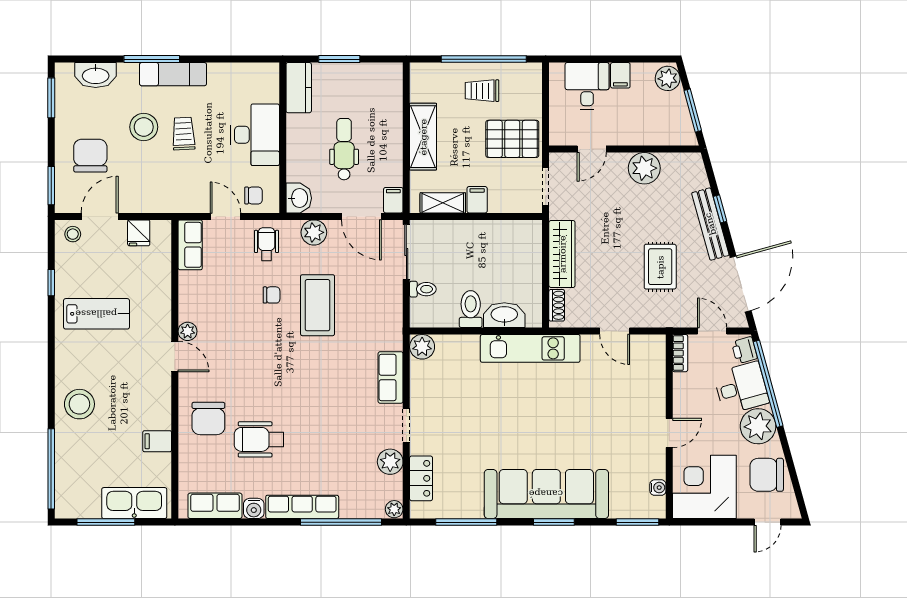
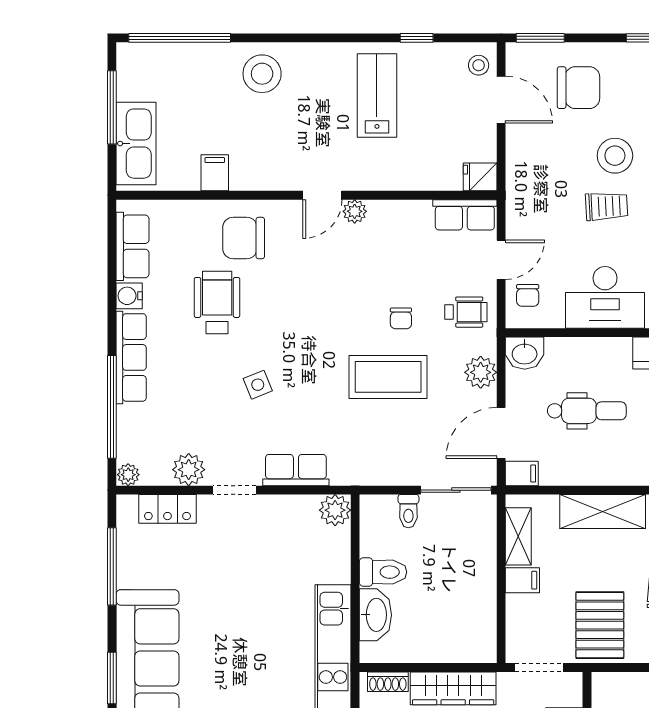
fridge: (139, 233) -> (480, 177), moved
lab bench: (96, 314) -> (377, 95), turned 180
side table: (324, 407) -> (258, 385), added

